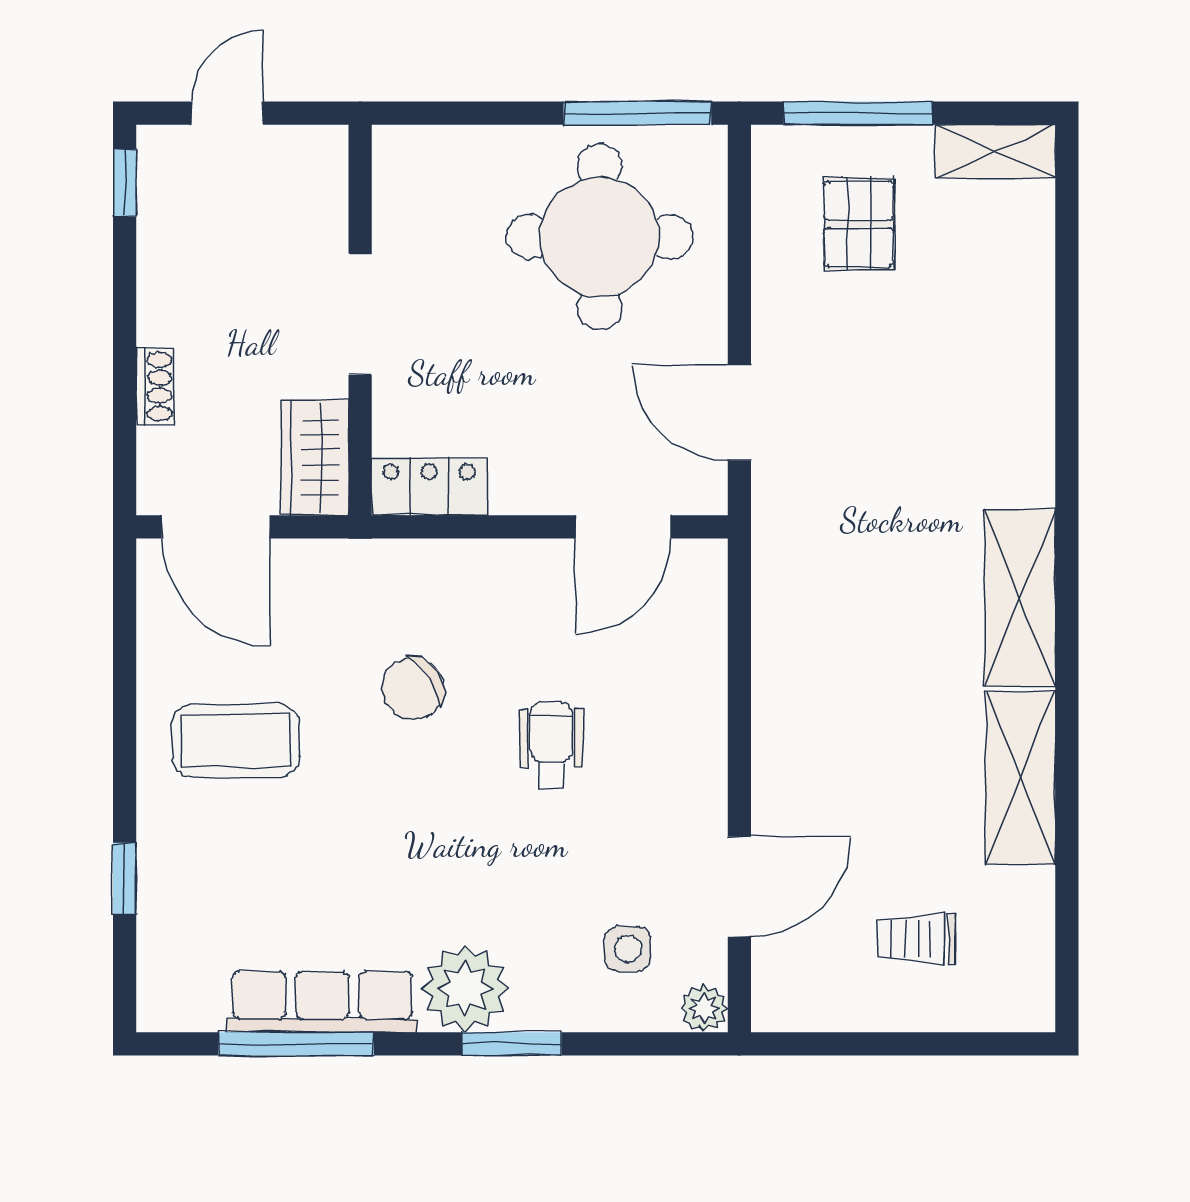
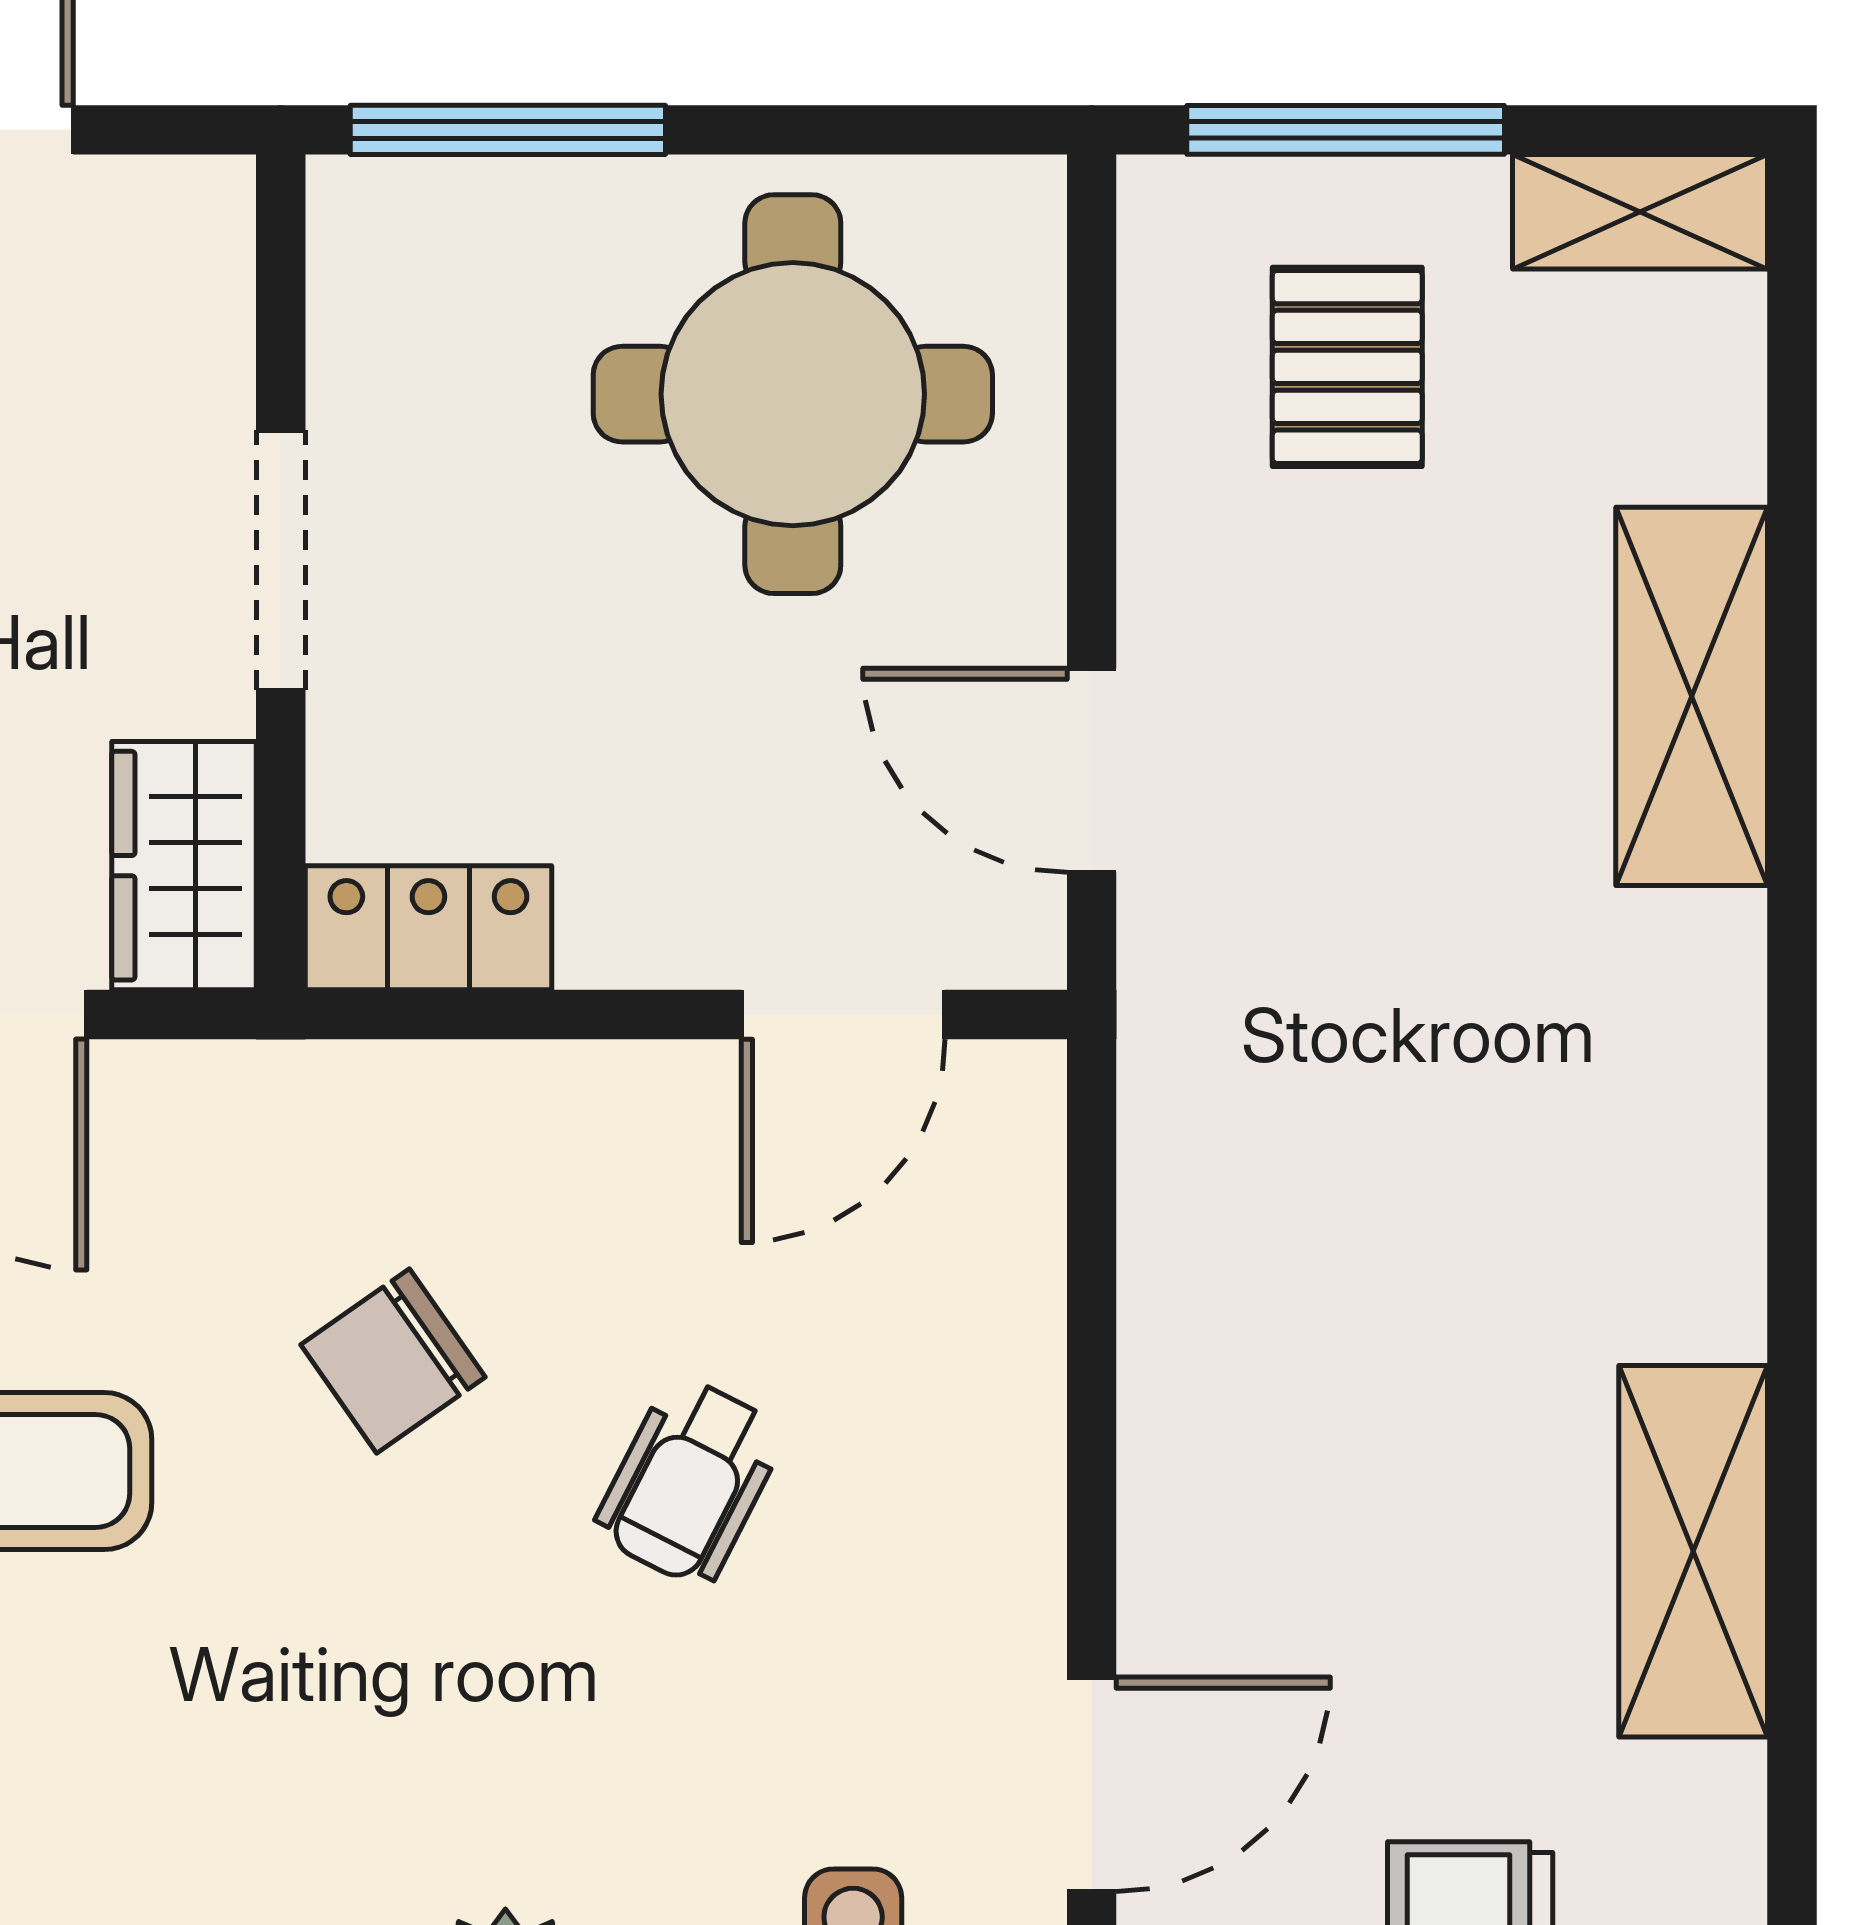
window: (637, 113) -> (508, 130), moved
shelving: (1020, 598) -> (1692, 696), moved
wheelchair: (551, 745) -> (689, 1481), turned -153

